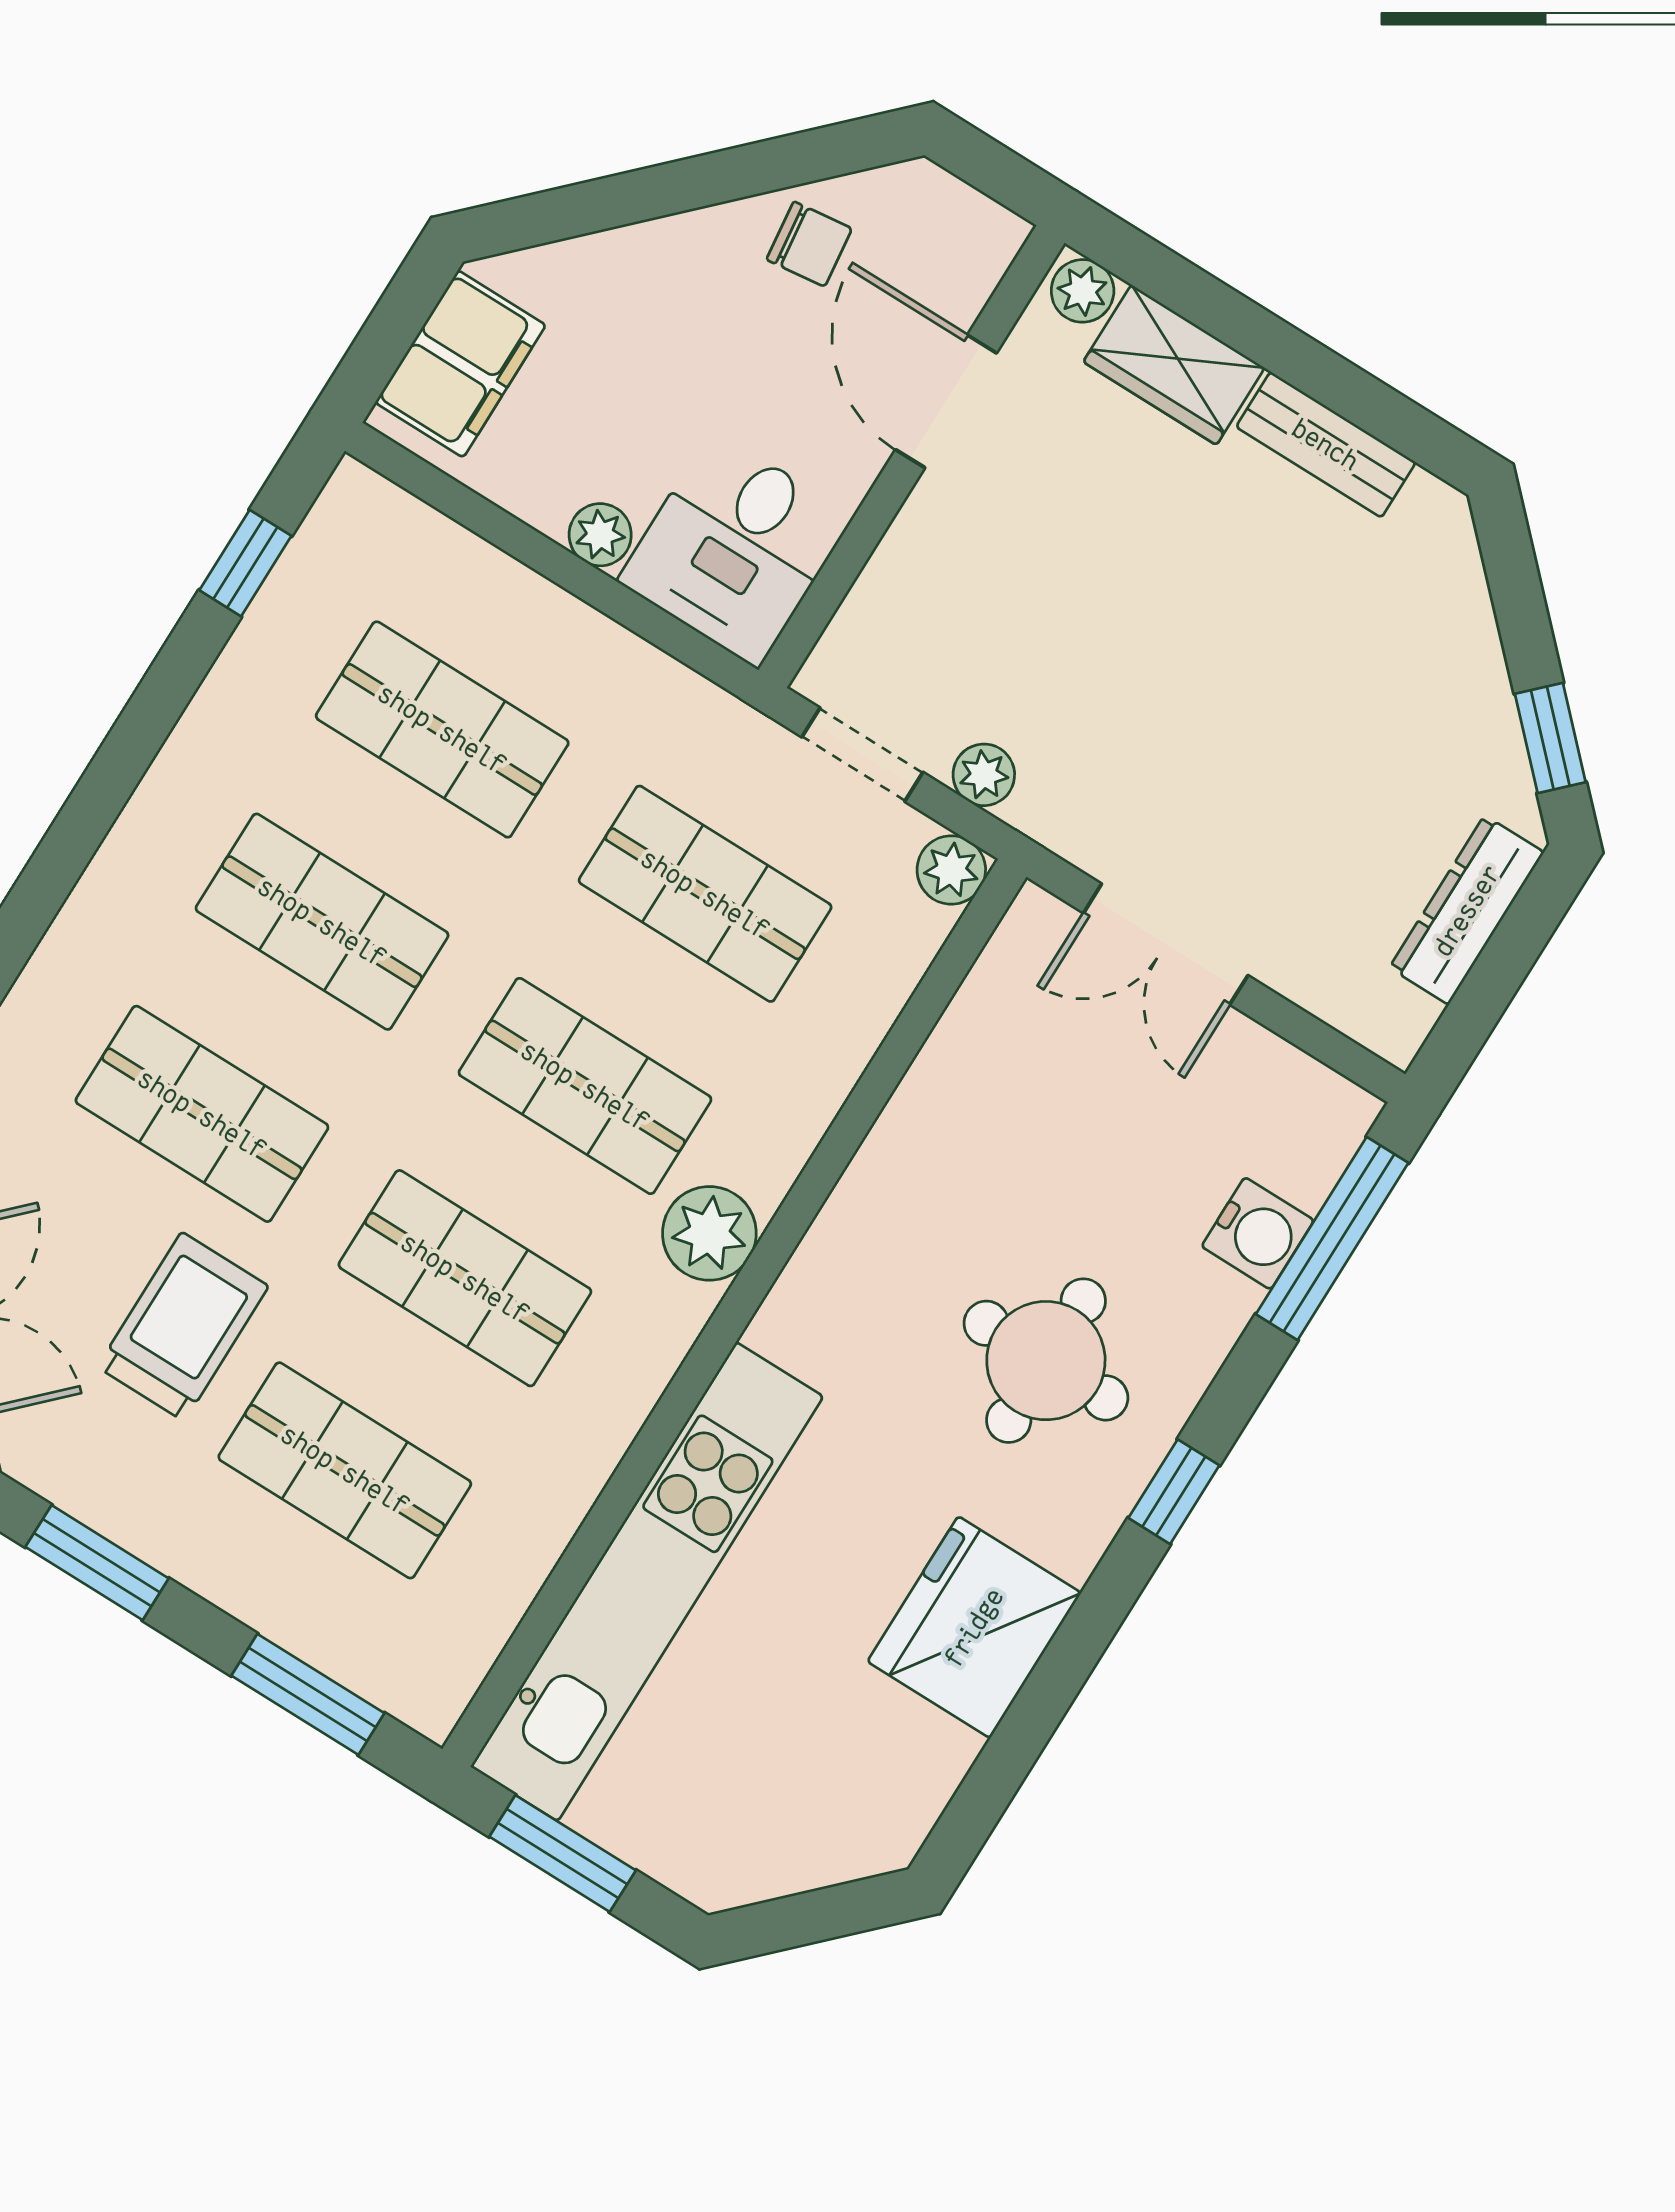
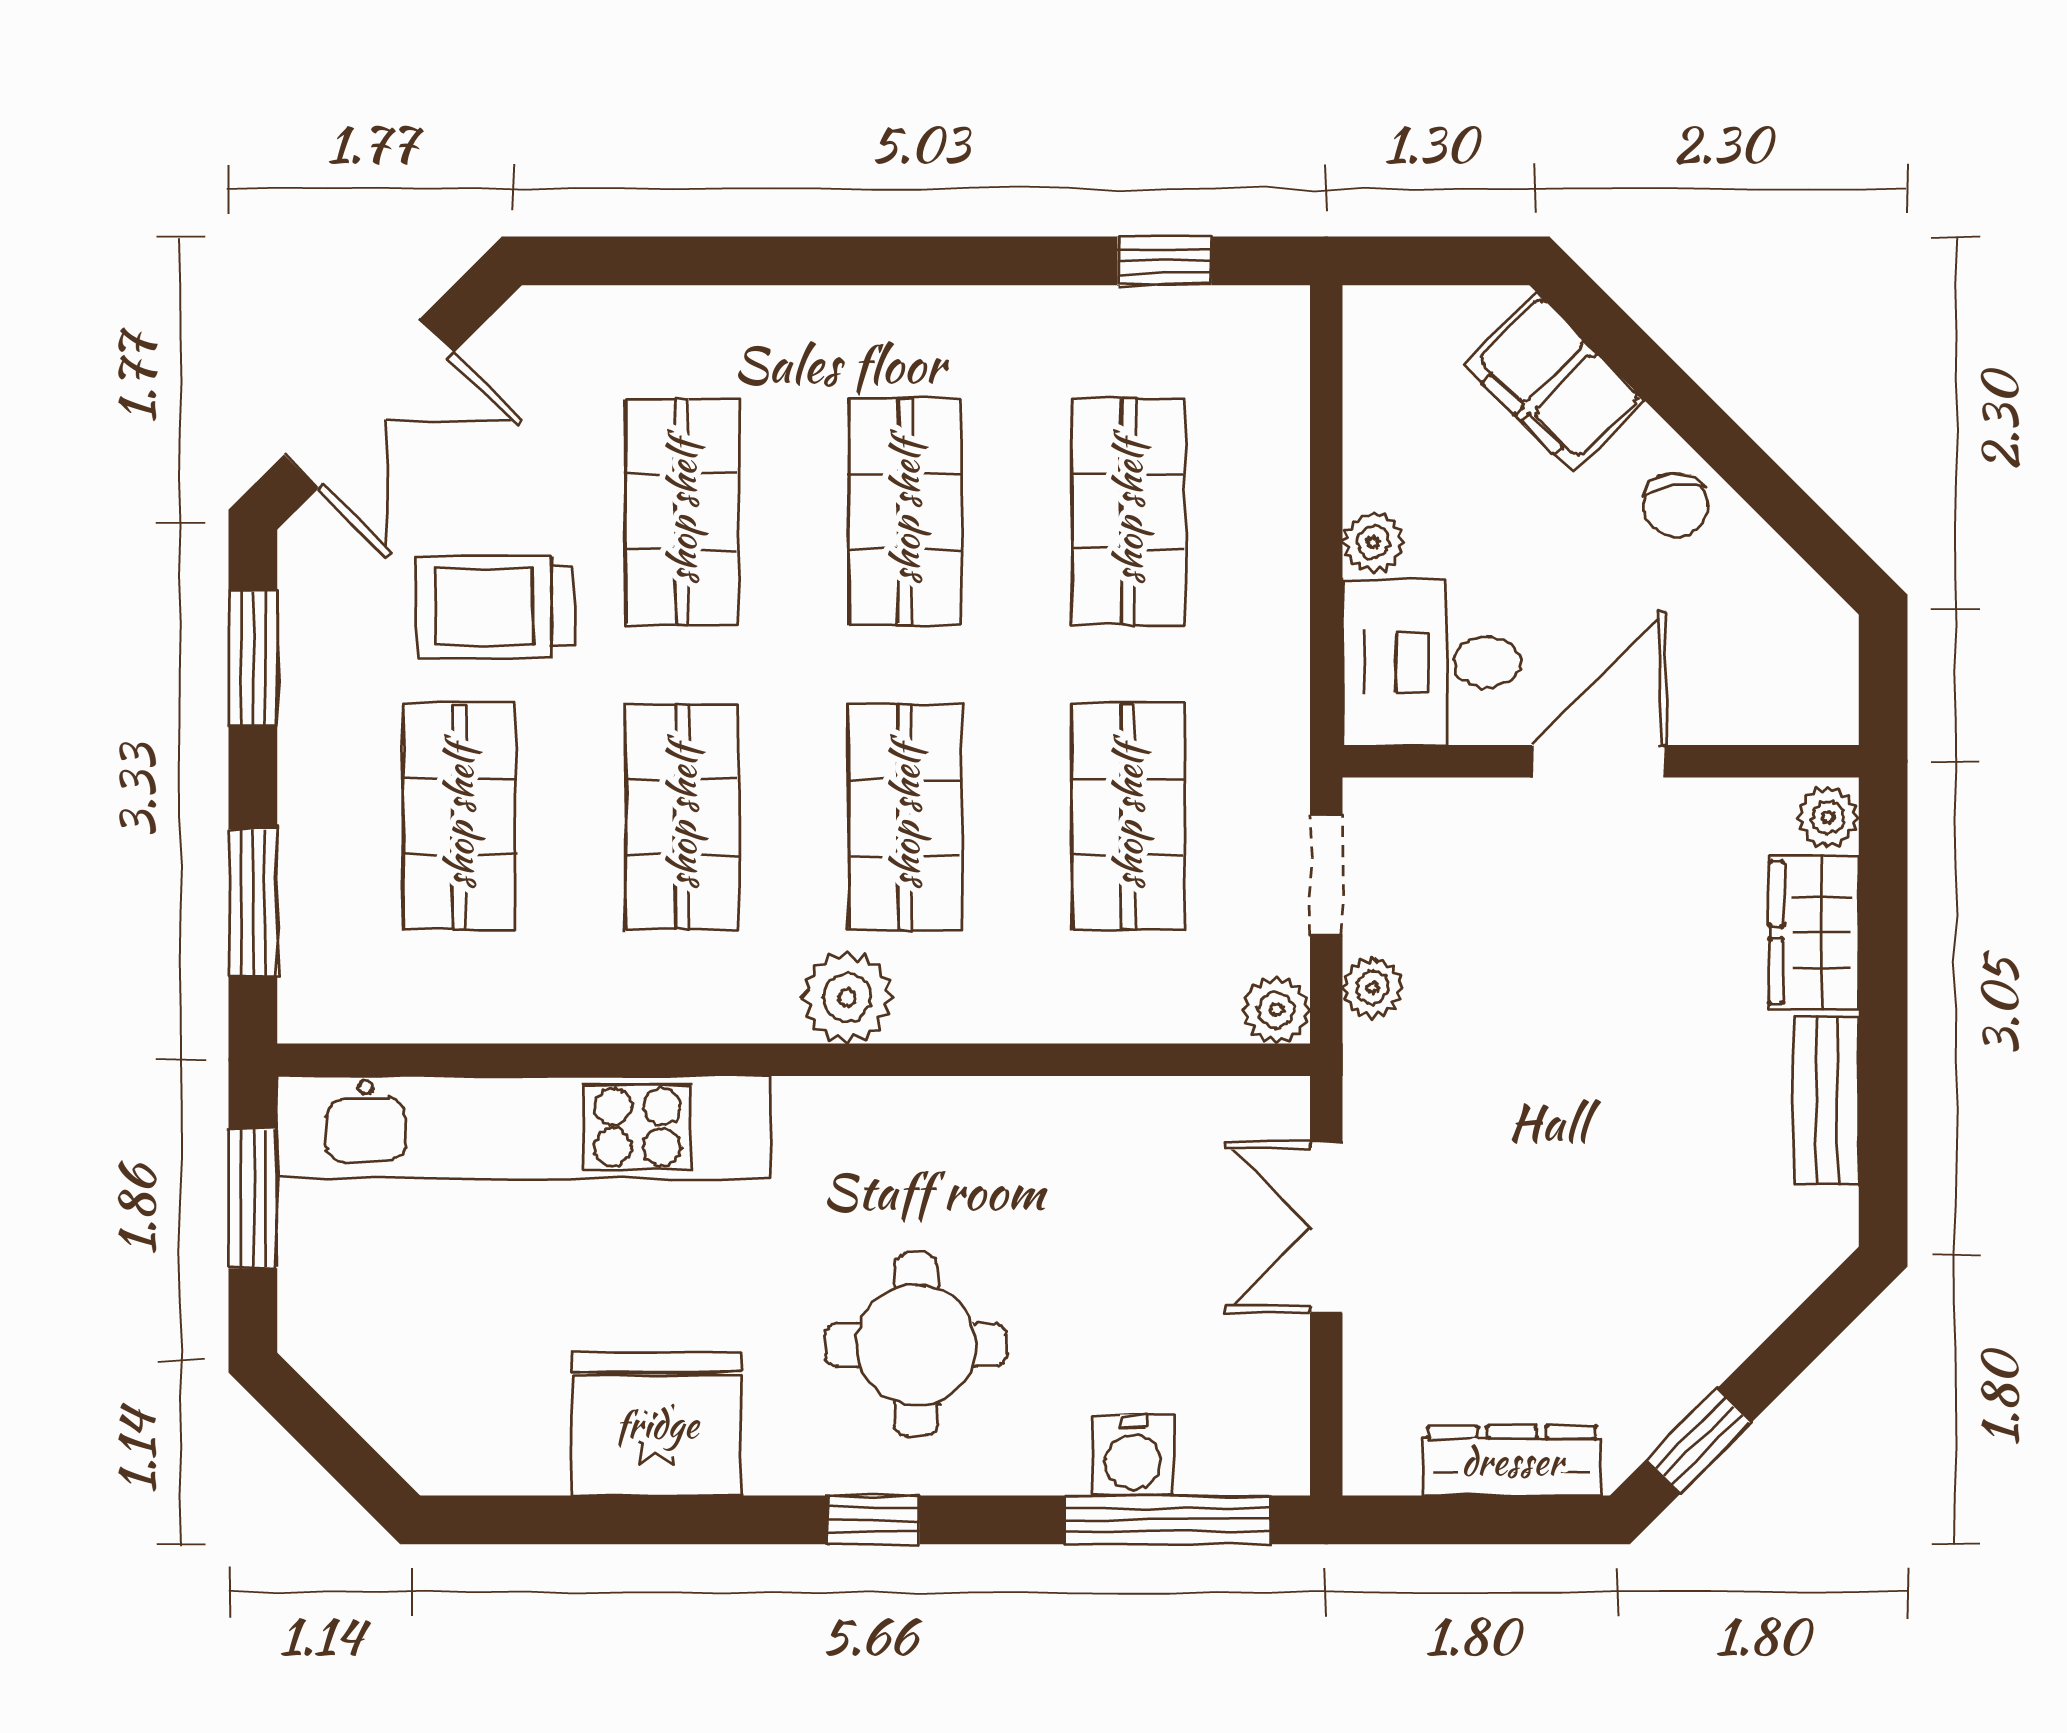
chair: (809, 244) -> (1676, 505), moved
filing cabinet: (460, 364) -> (1554, 383), moved, turned 45
door: (946, 401) -> (1599, 761), moved
trolley: (183, 1327) -> (495, 607), turned 180

